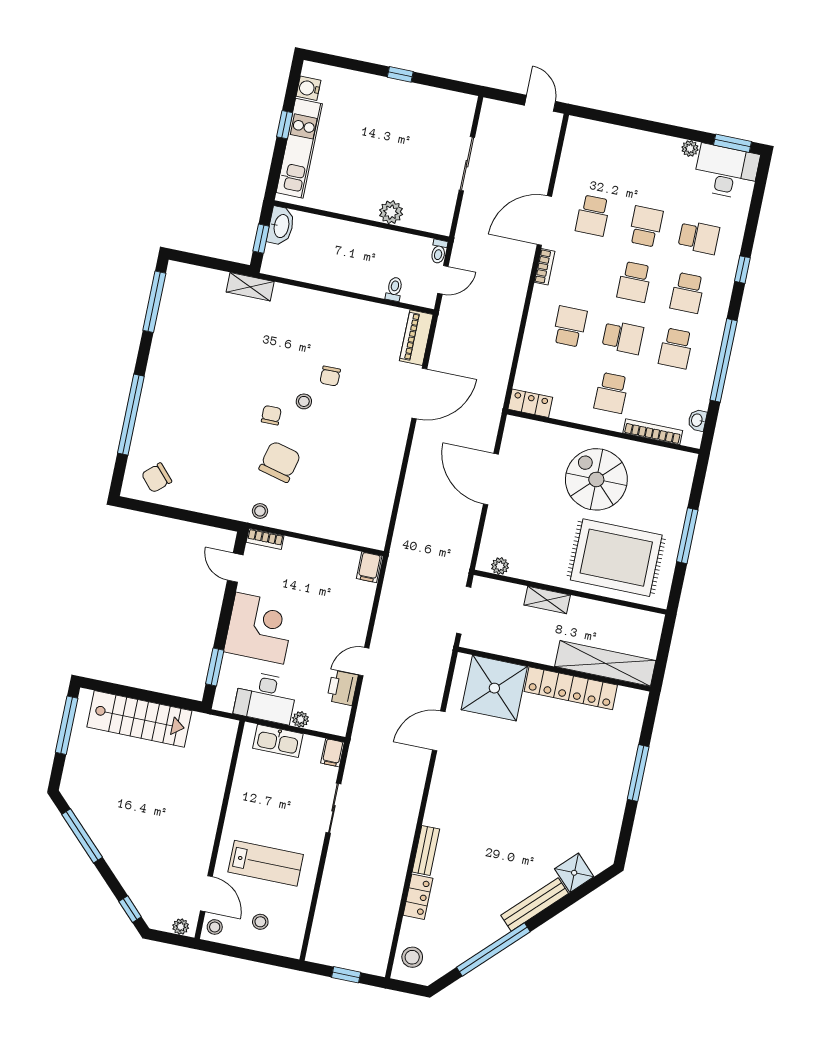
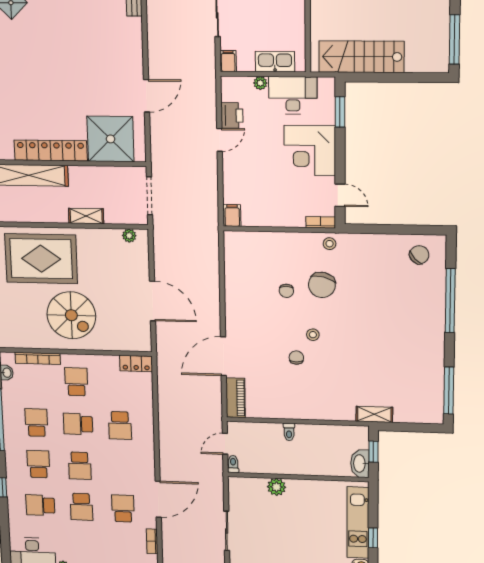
bookcase: (545, 267) -> (152, 541), moved
school desk: (634, 282) -> (80, 466), turned 180
toilet: (394, 289) -> (289, 432), moved
chair: (271, 415) -> (286, 291), moved
stairs: (139, 719) -> (361, 57), moved

